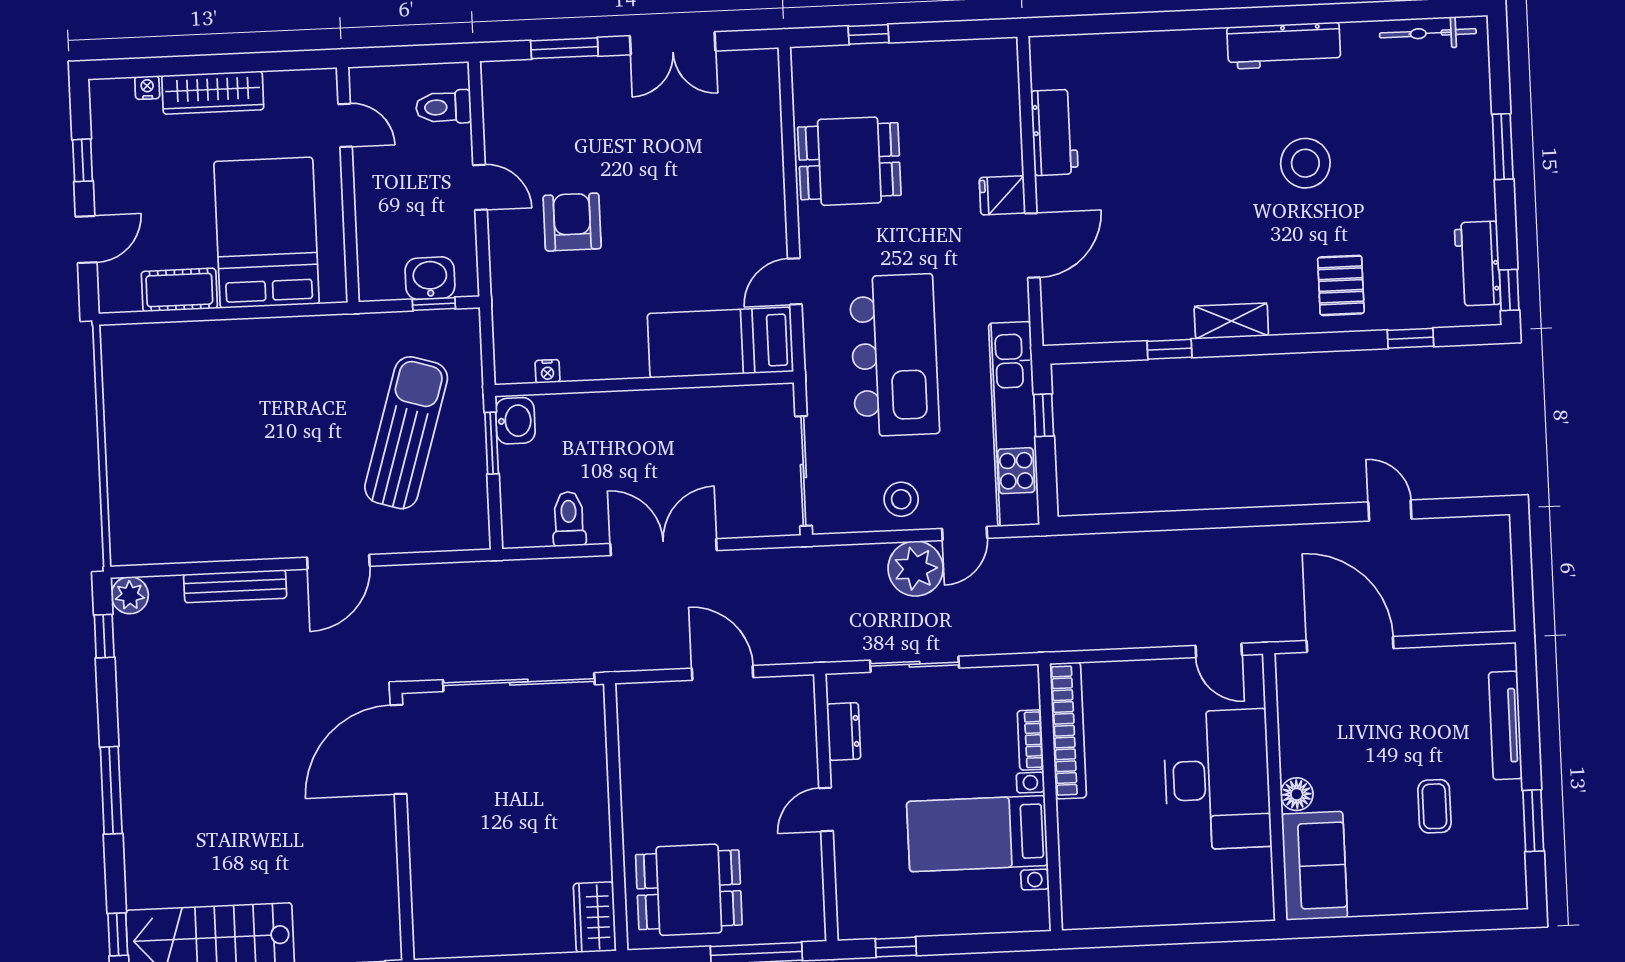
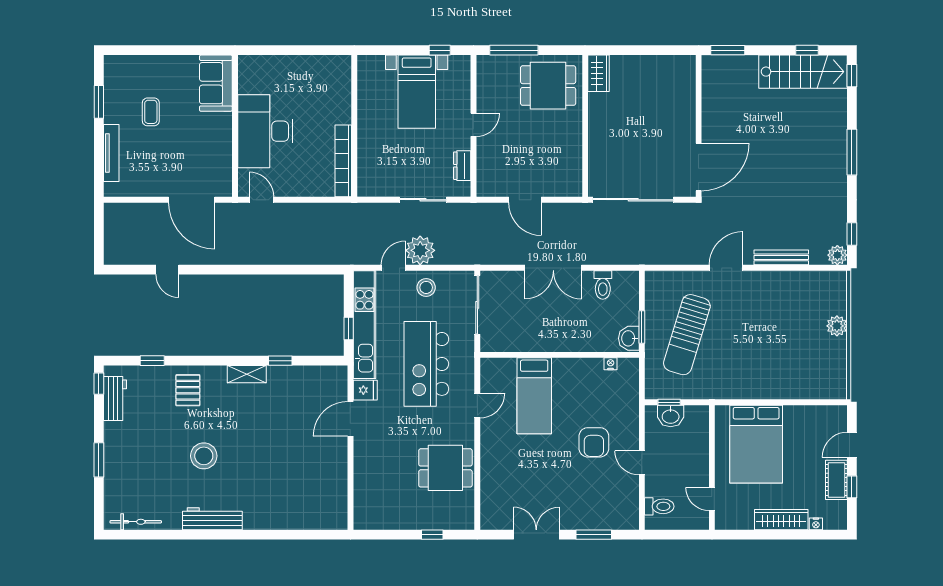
workbench: (1054, 132) -> (336, 478), removed
fridge: (1002, 195) -> (365, 390), moved
cot: (179, 290) -> (836, 480), moved, turned 90
bed: (720, 343) -> (534, 396), moved, turned 90
plant: (125, 462) -> (837, 326), added
bookcase: (1030, 740) -> (363, 157), removed
floor lamp: (1297, 794) -> (224, 122), removed
bed with nightstands: (977, 834) -> (417, 92), moved, turned 90

